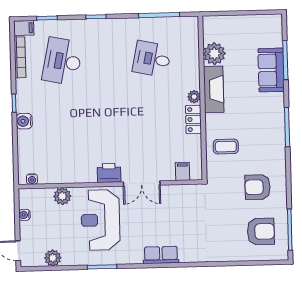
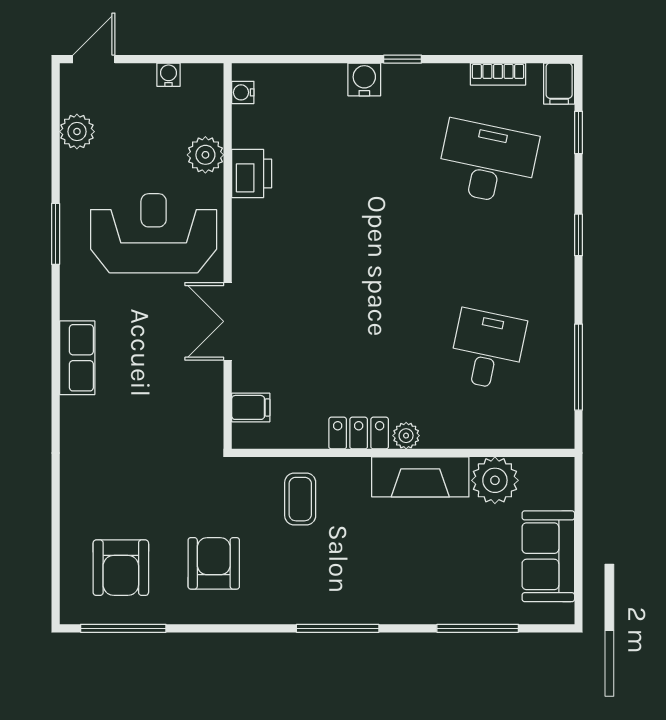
bookcase: (20, 57) -> (498, 74), width x0.64
sofa: (271, 70) -> (548, 556), moved, turned -90
printer: (109, 173) -> (252, 173), moved

